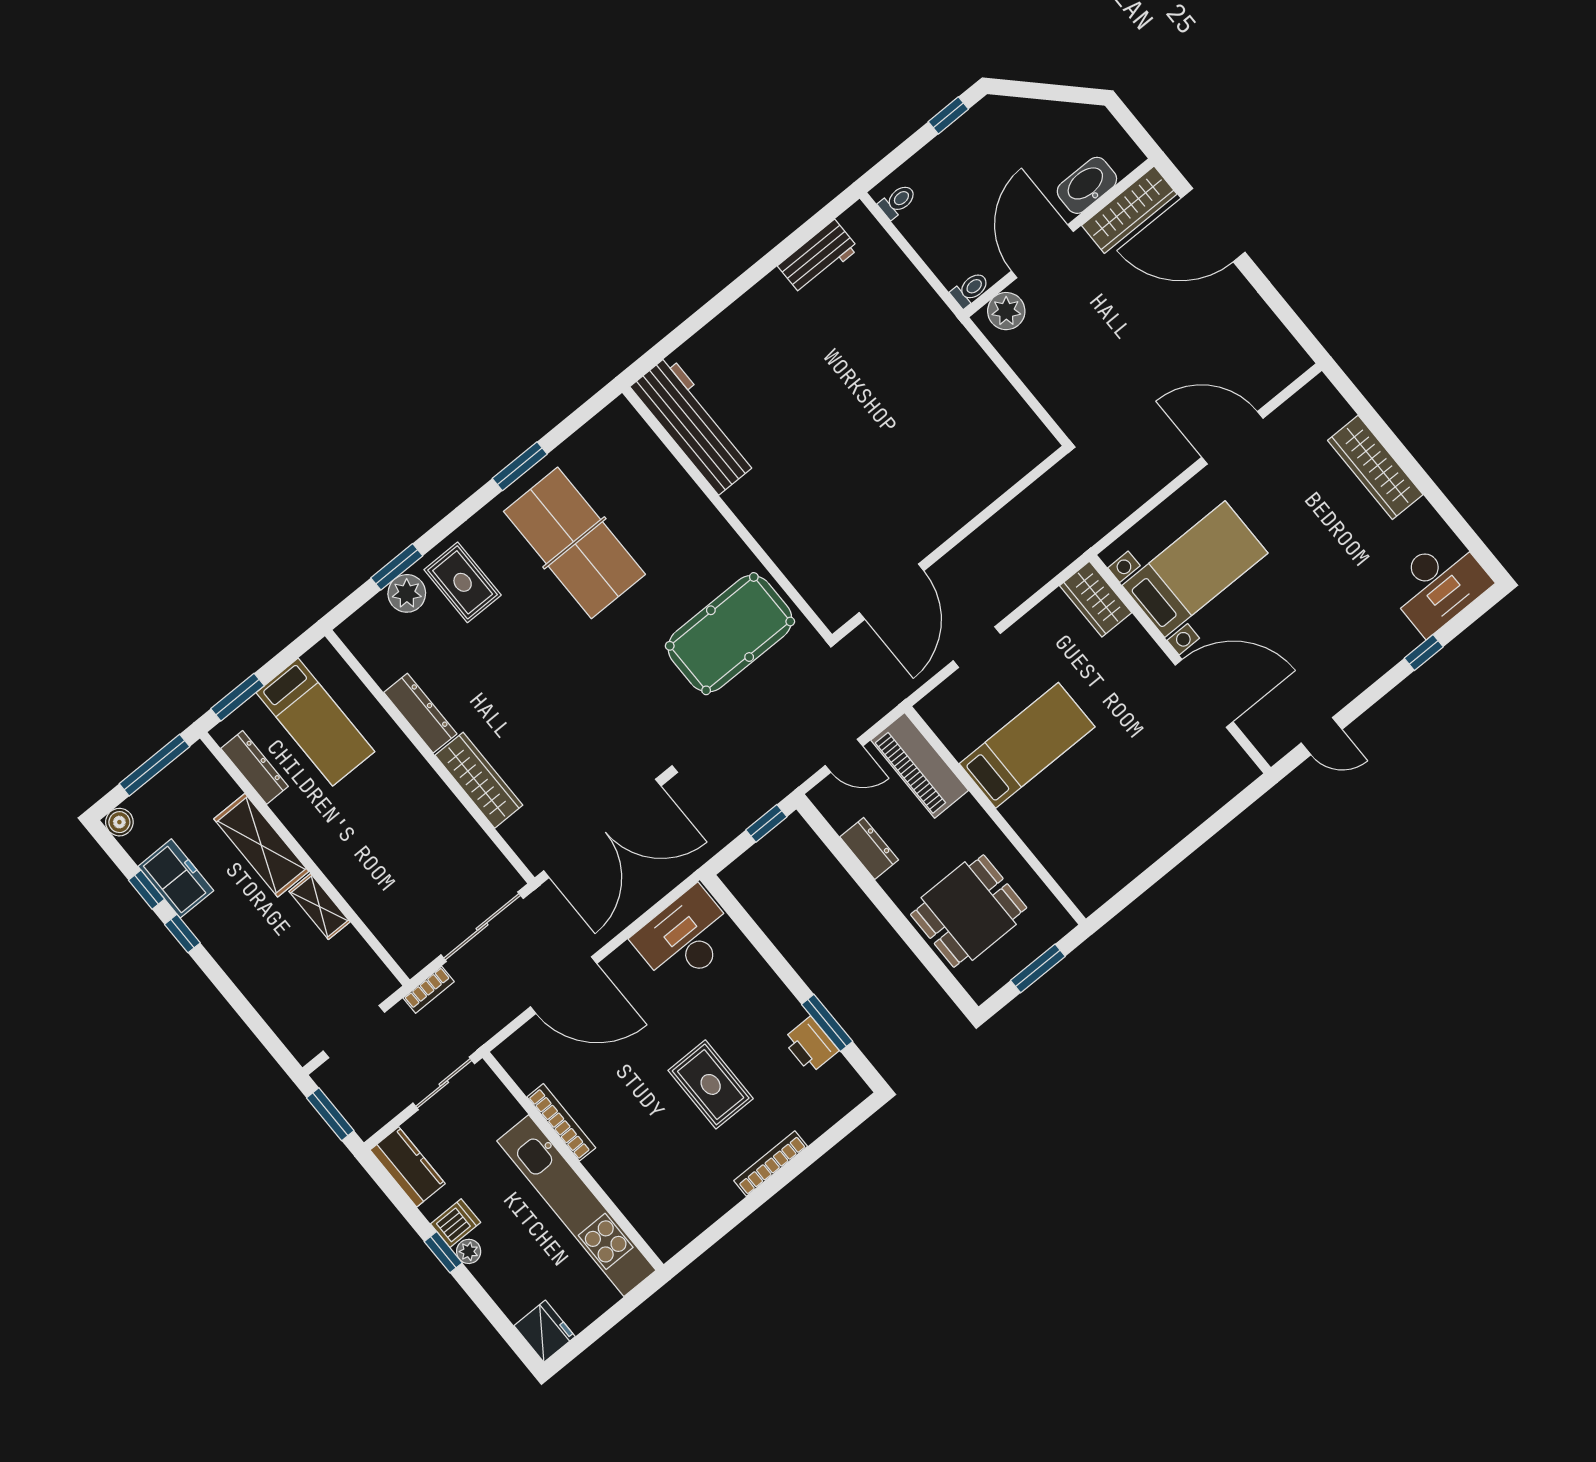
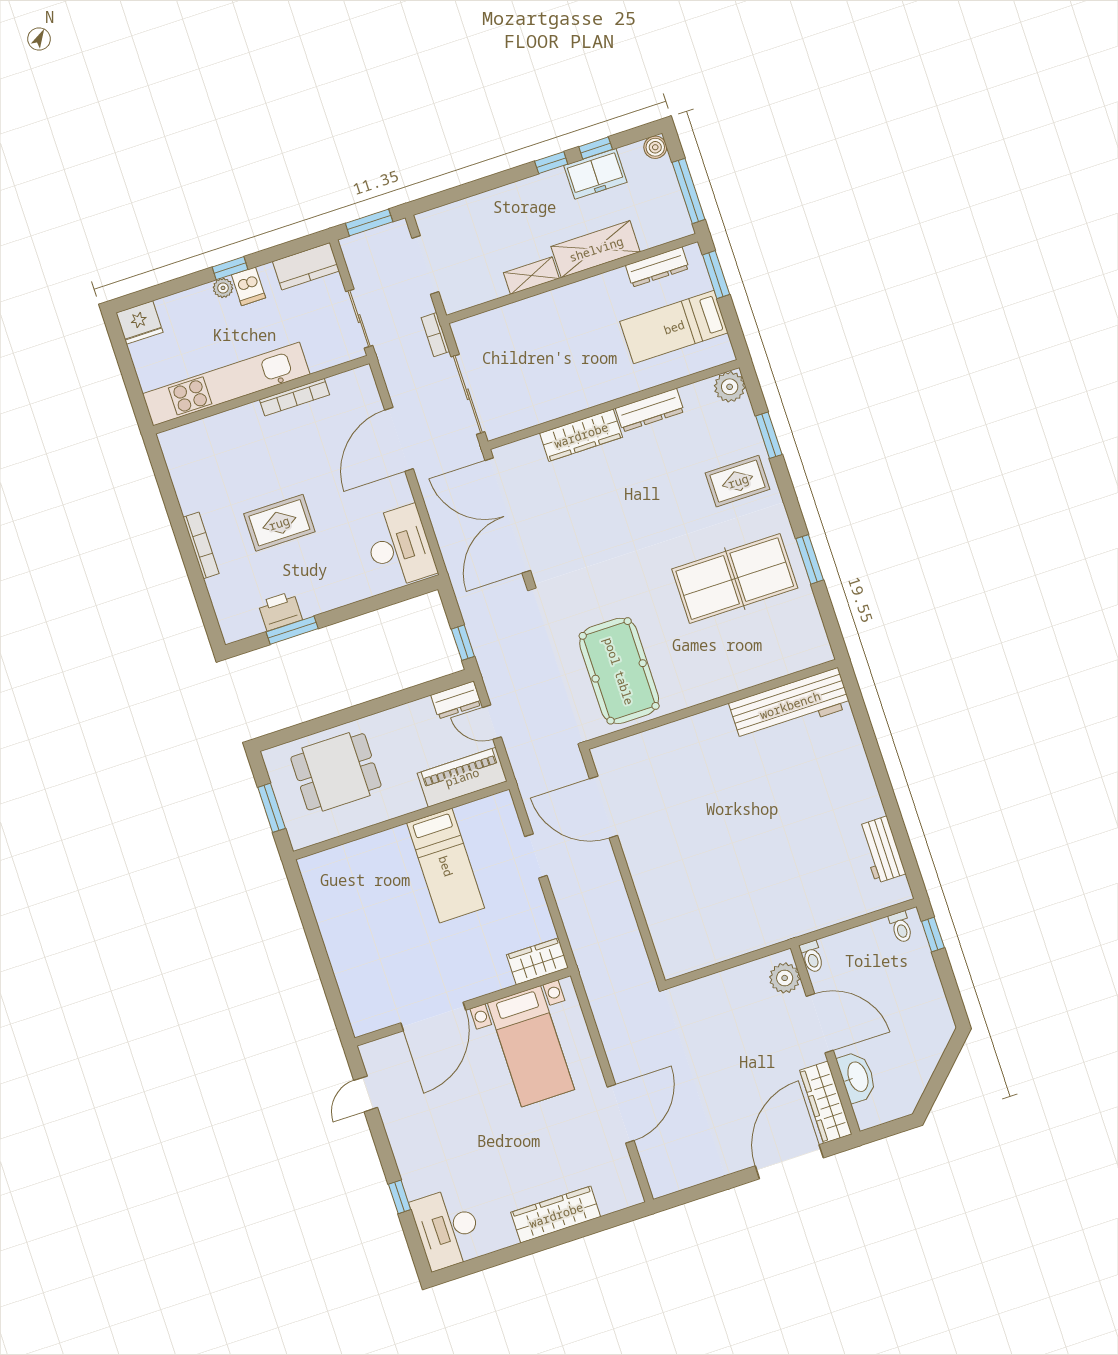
window: (948, 115) -> (933, 934), moved
plant: (407, 593) -> (730, 387), moved
door: (844, 756) -> (492, 722), hinge flipped
dresser: (869, 848) -> (456, 700), moved
dining table: (969, 911) -> (336, 772), turned 90

